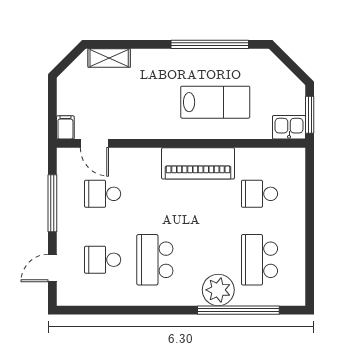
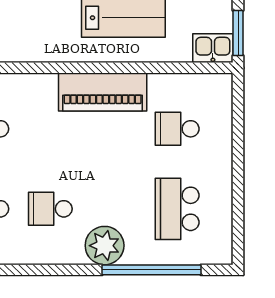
school desk: (155, 260) -> (50, 209), width x0.54
plant: (218, 290) -> (105, 246), moved

